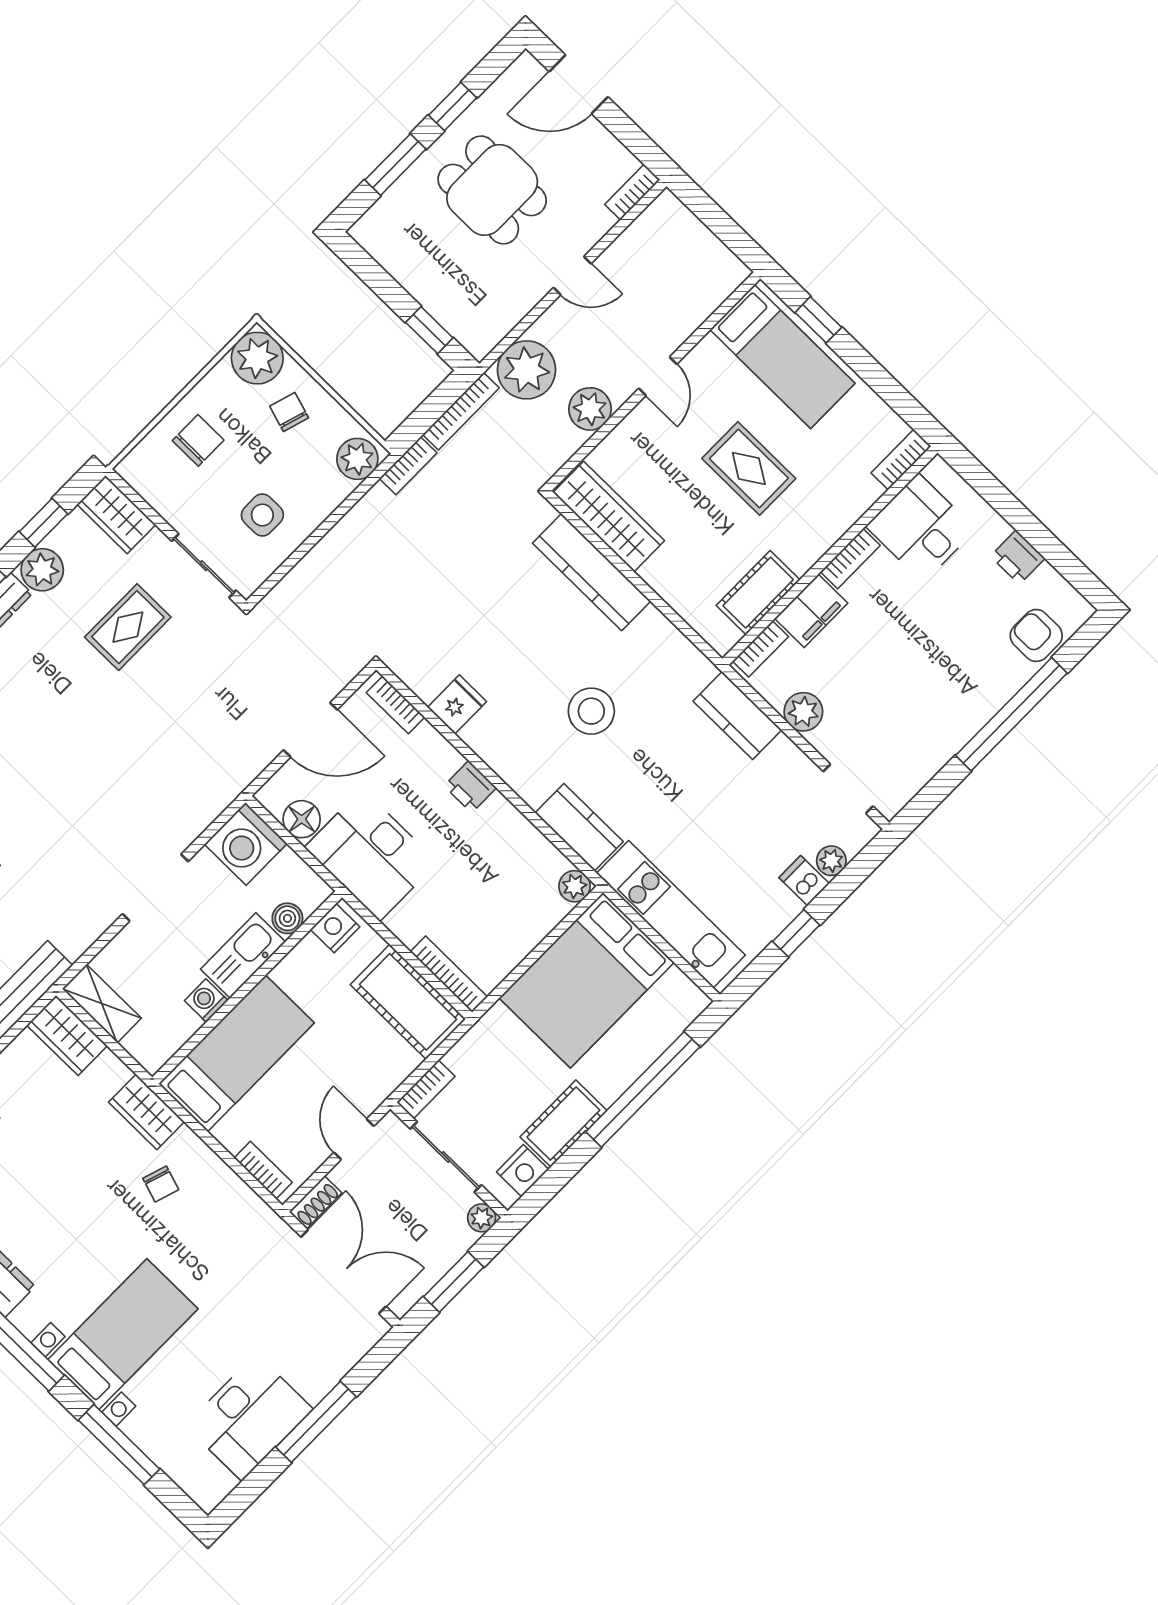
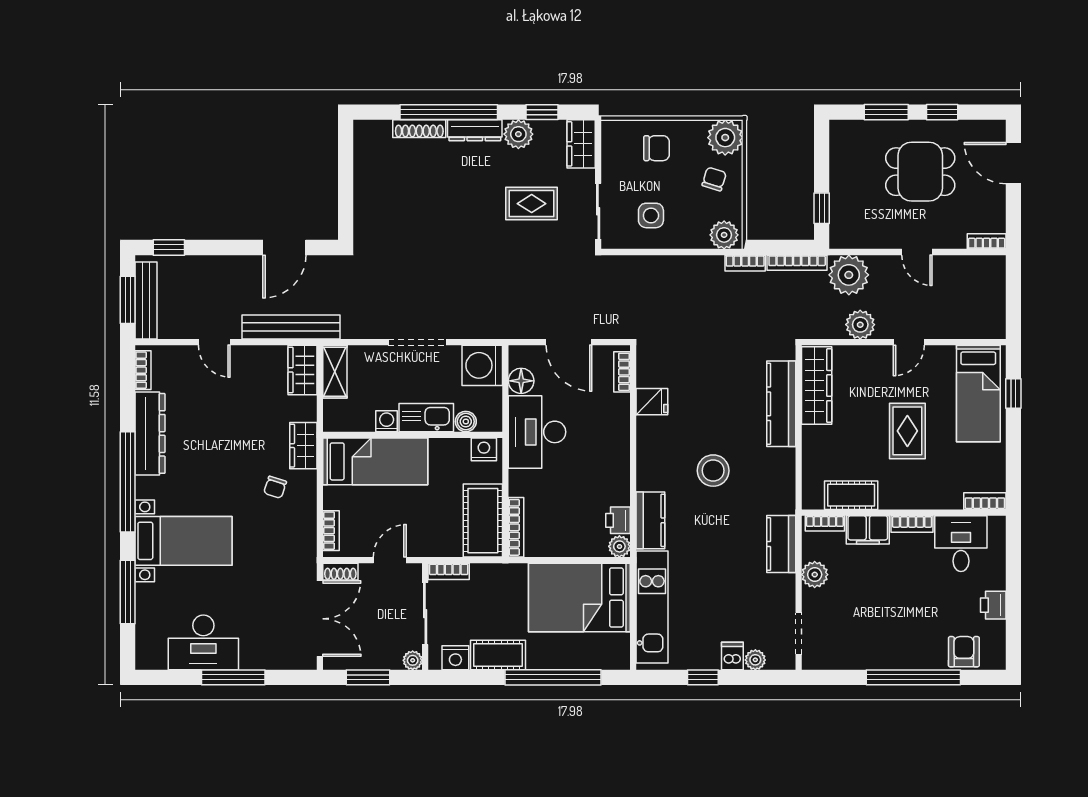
dining table: (492, 190) -> (920, 172), turned 90
printer: (470, 787) -> (618, 520), moved

